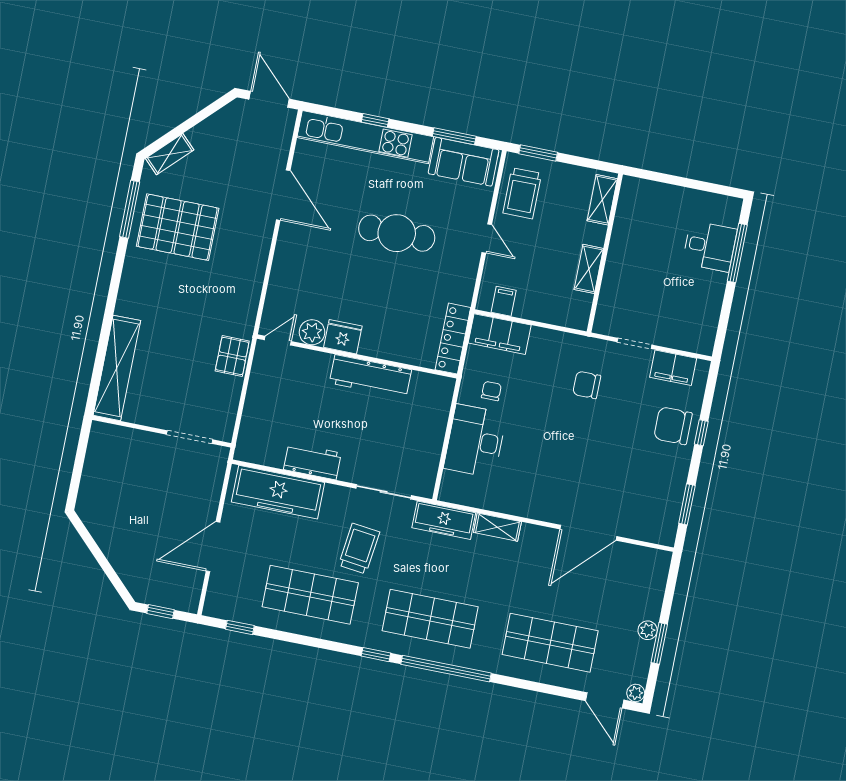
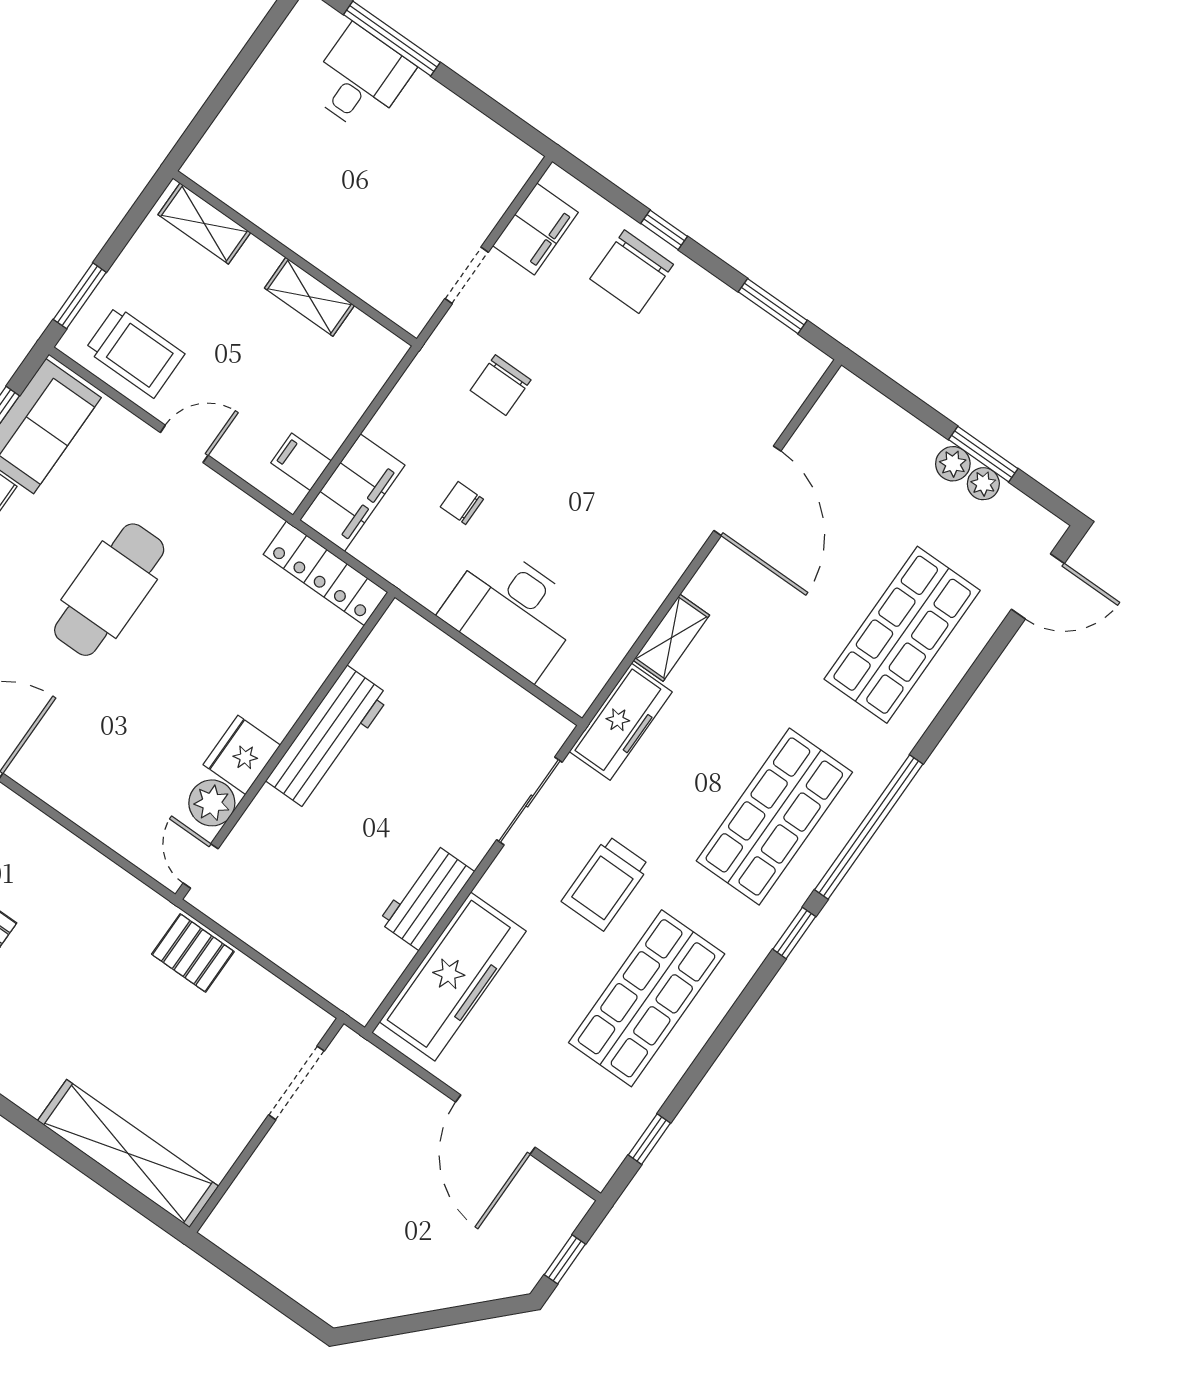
chair: (491, 391) -> (462, 503), moved
trolley: (359, 549) -> (606, 883), turned -97
plant: (636, 693) -> (983, 484), moved

